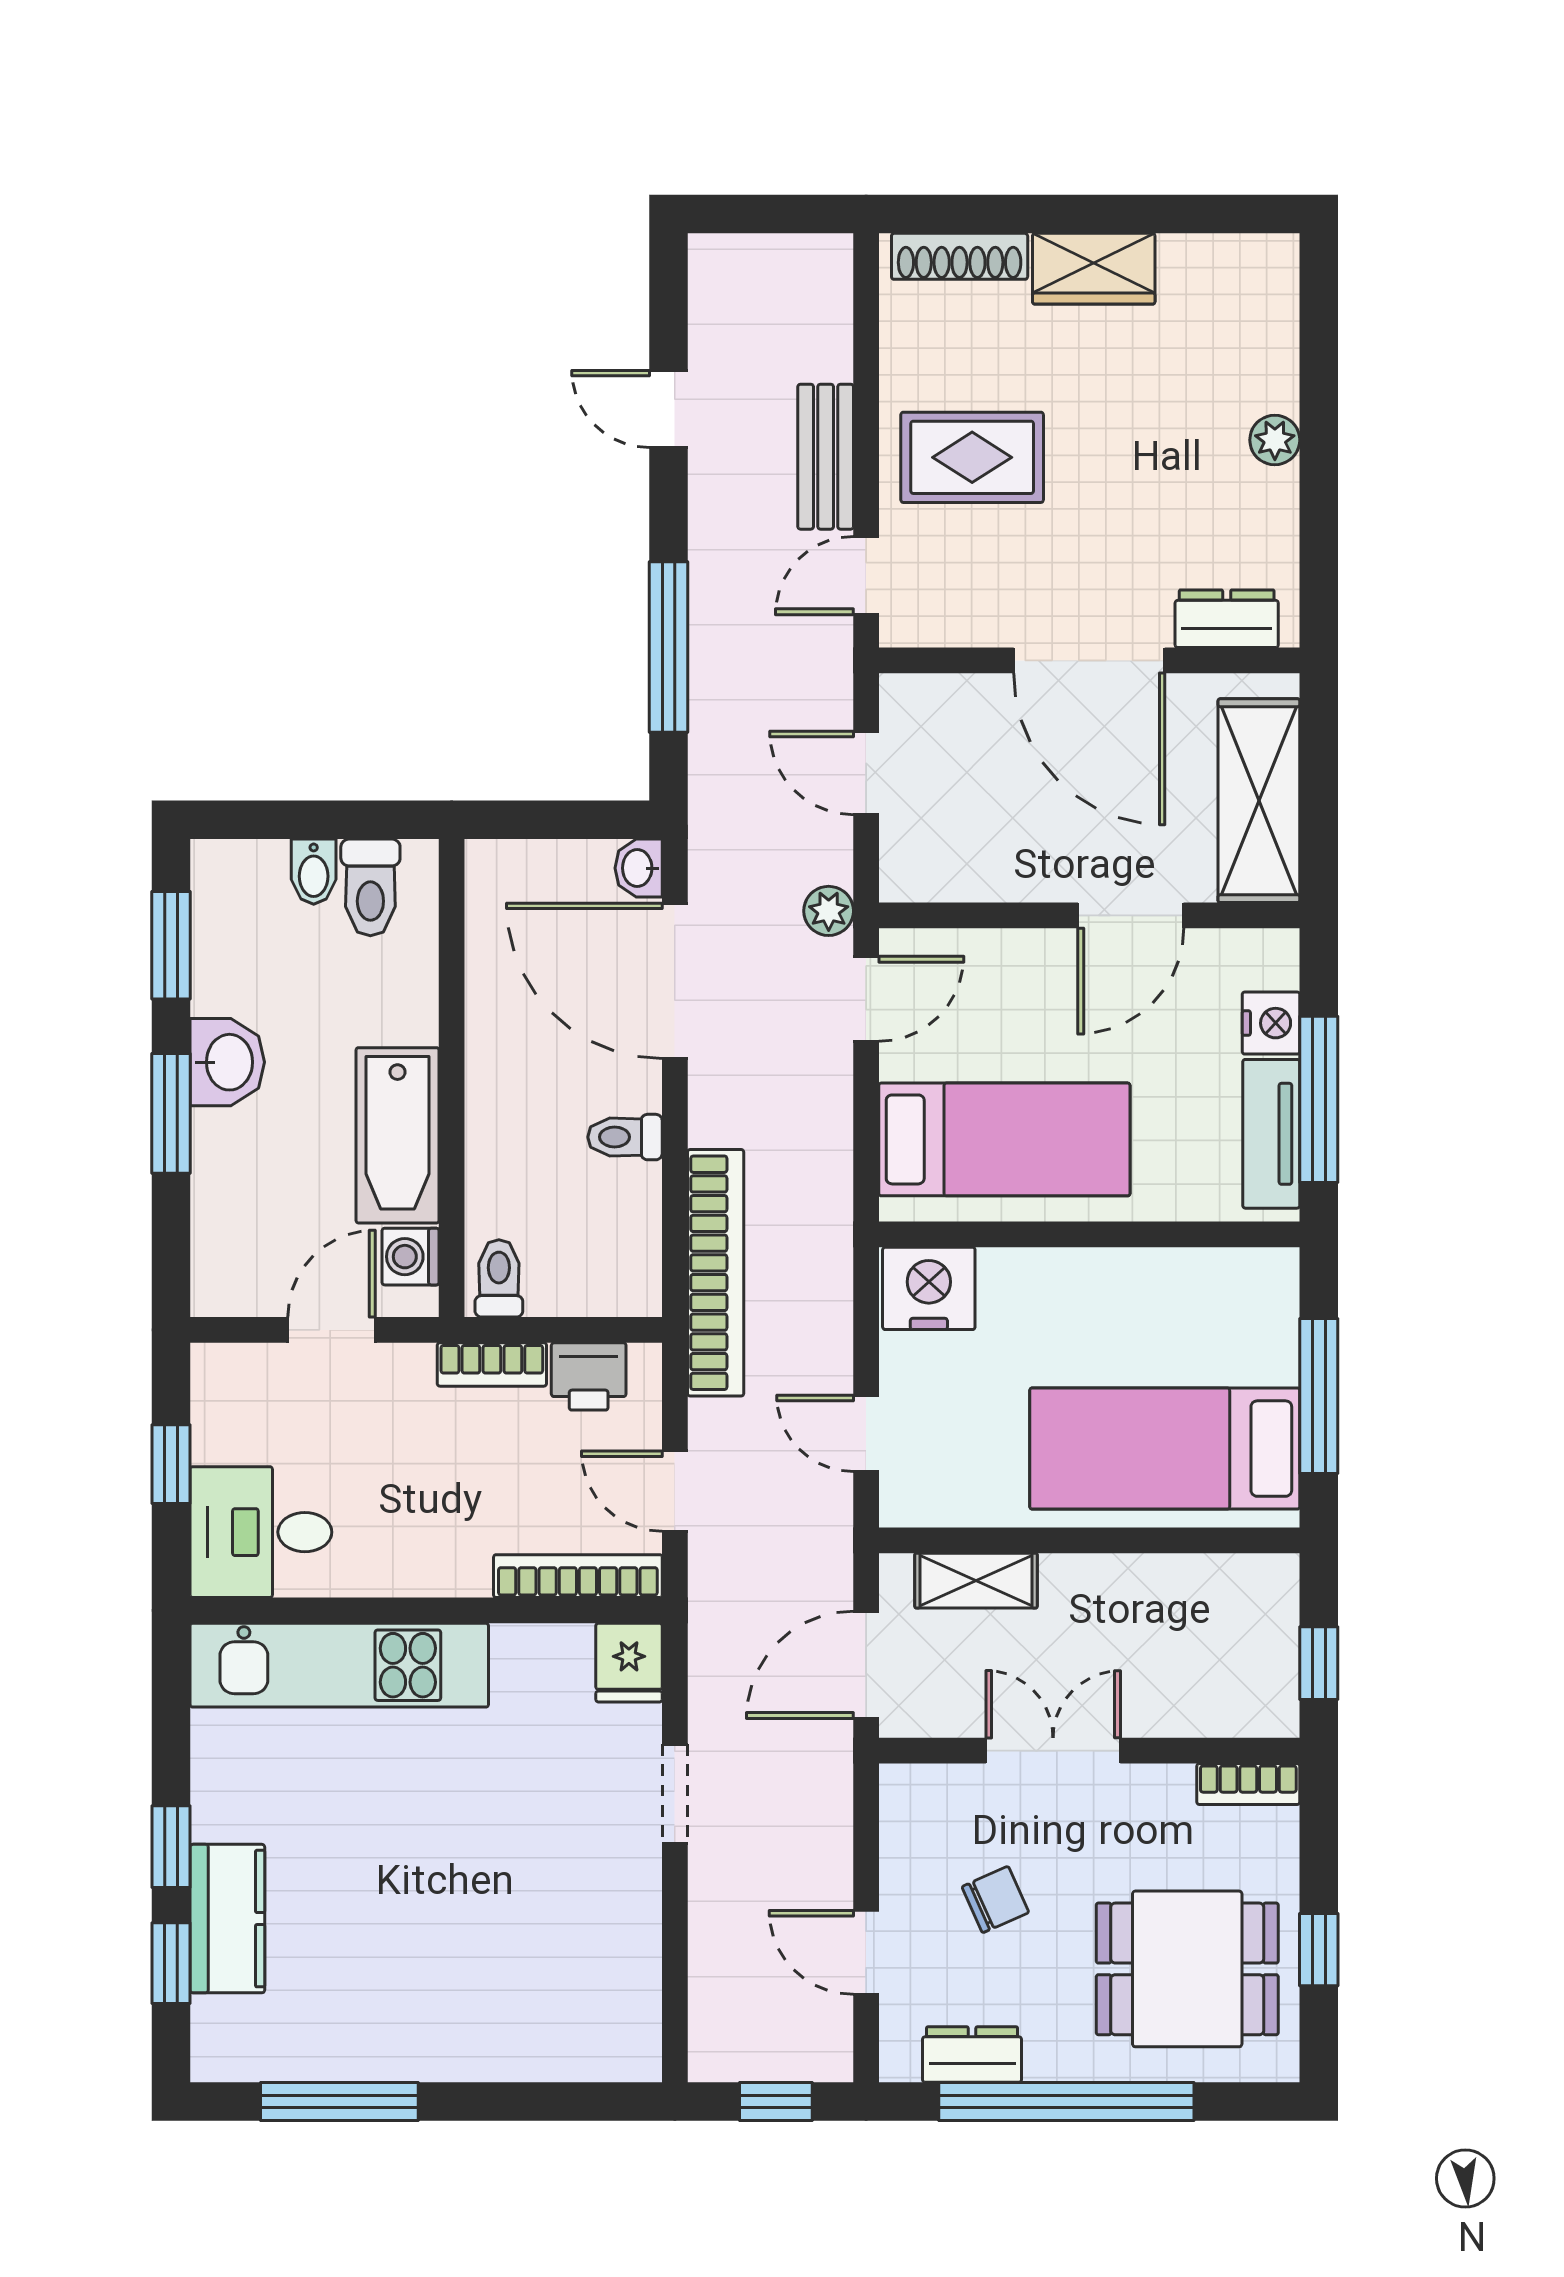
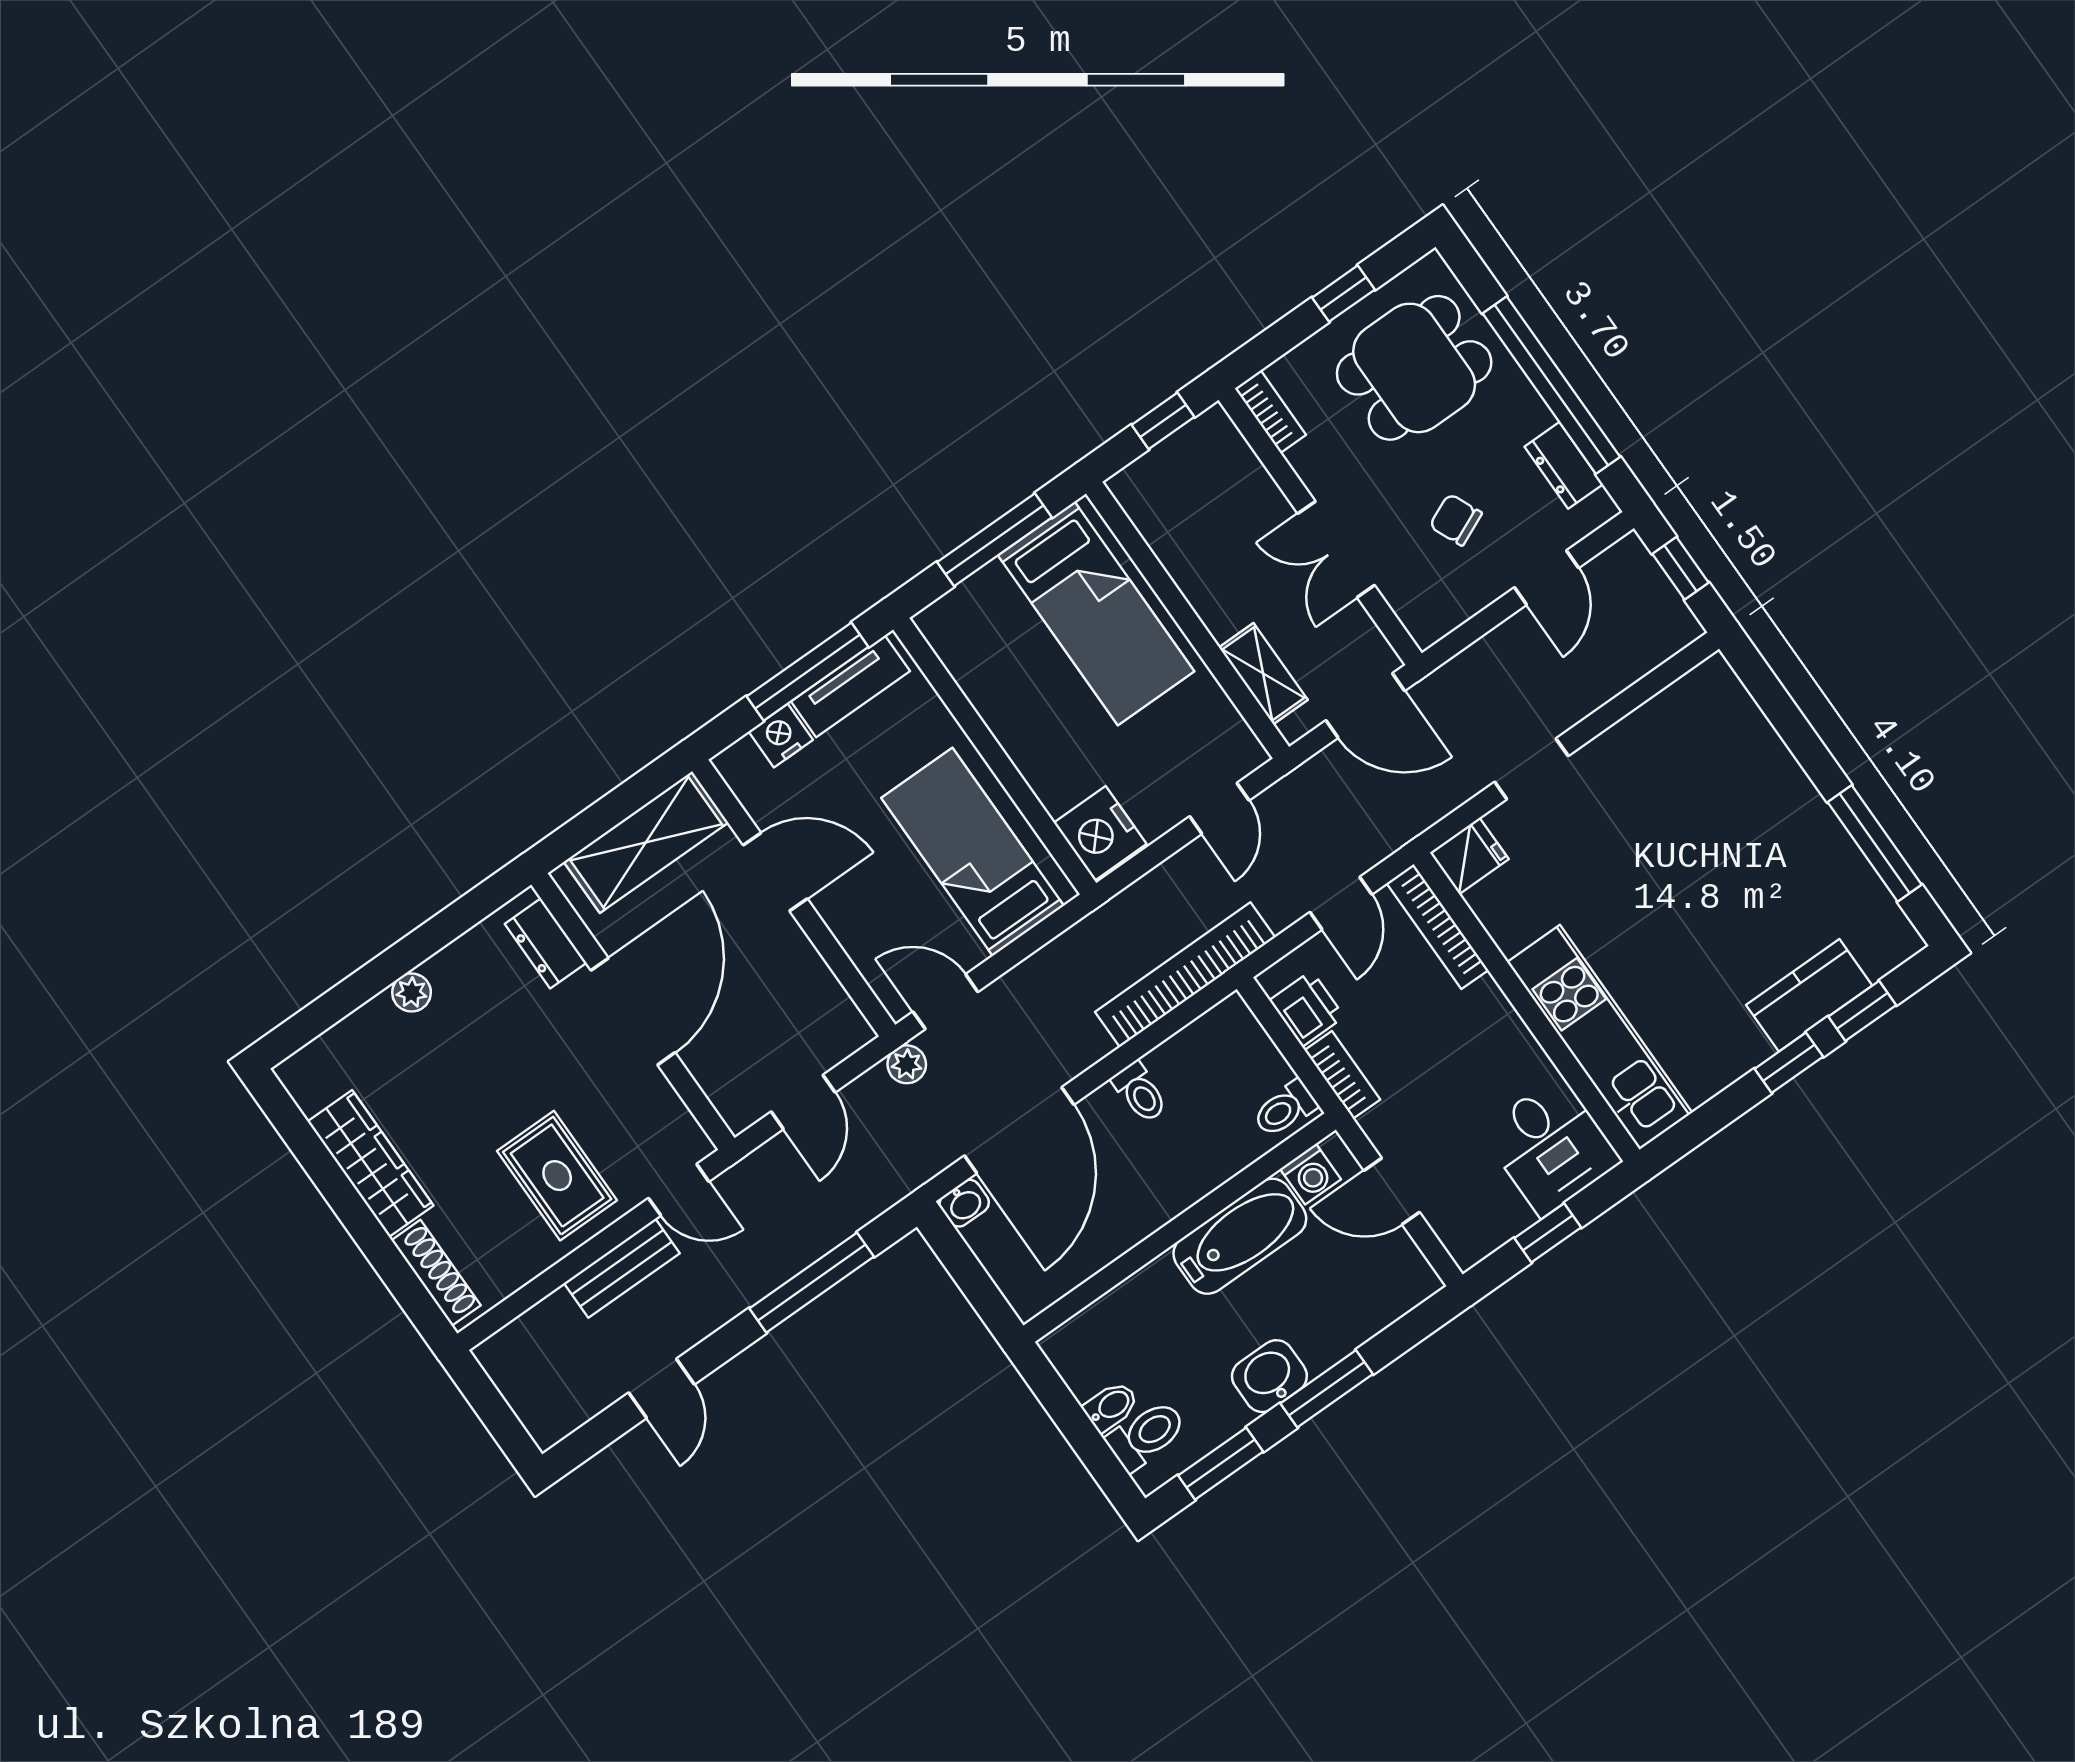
wardrobe: (1094, 269) -> (370, 1163), width x1.50
toilet: (370, 887) -> (1146, 1435), moved
dining table: (1187, 1969) -> (1414, 368), turned 90

